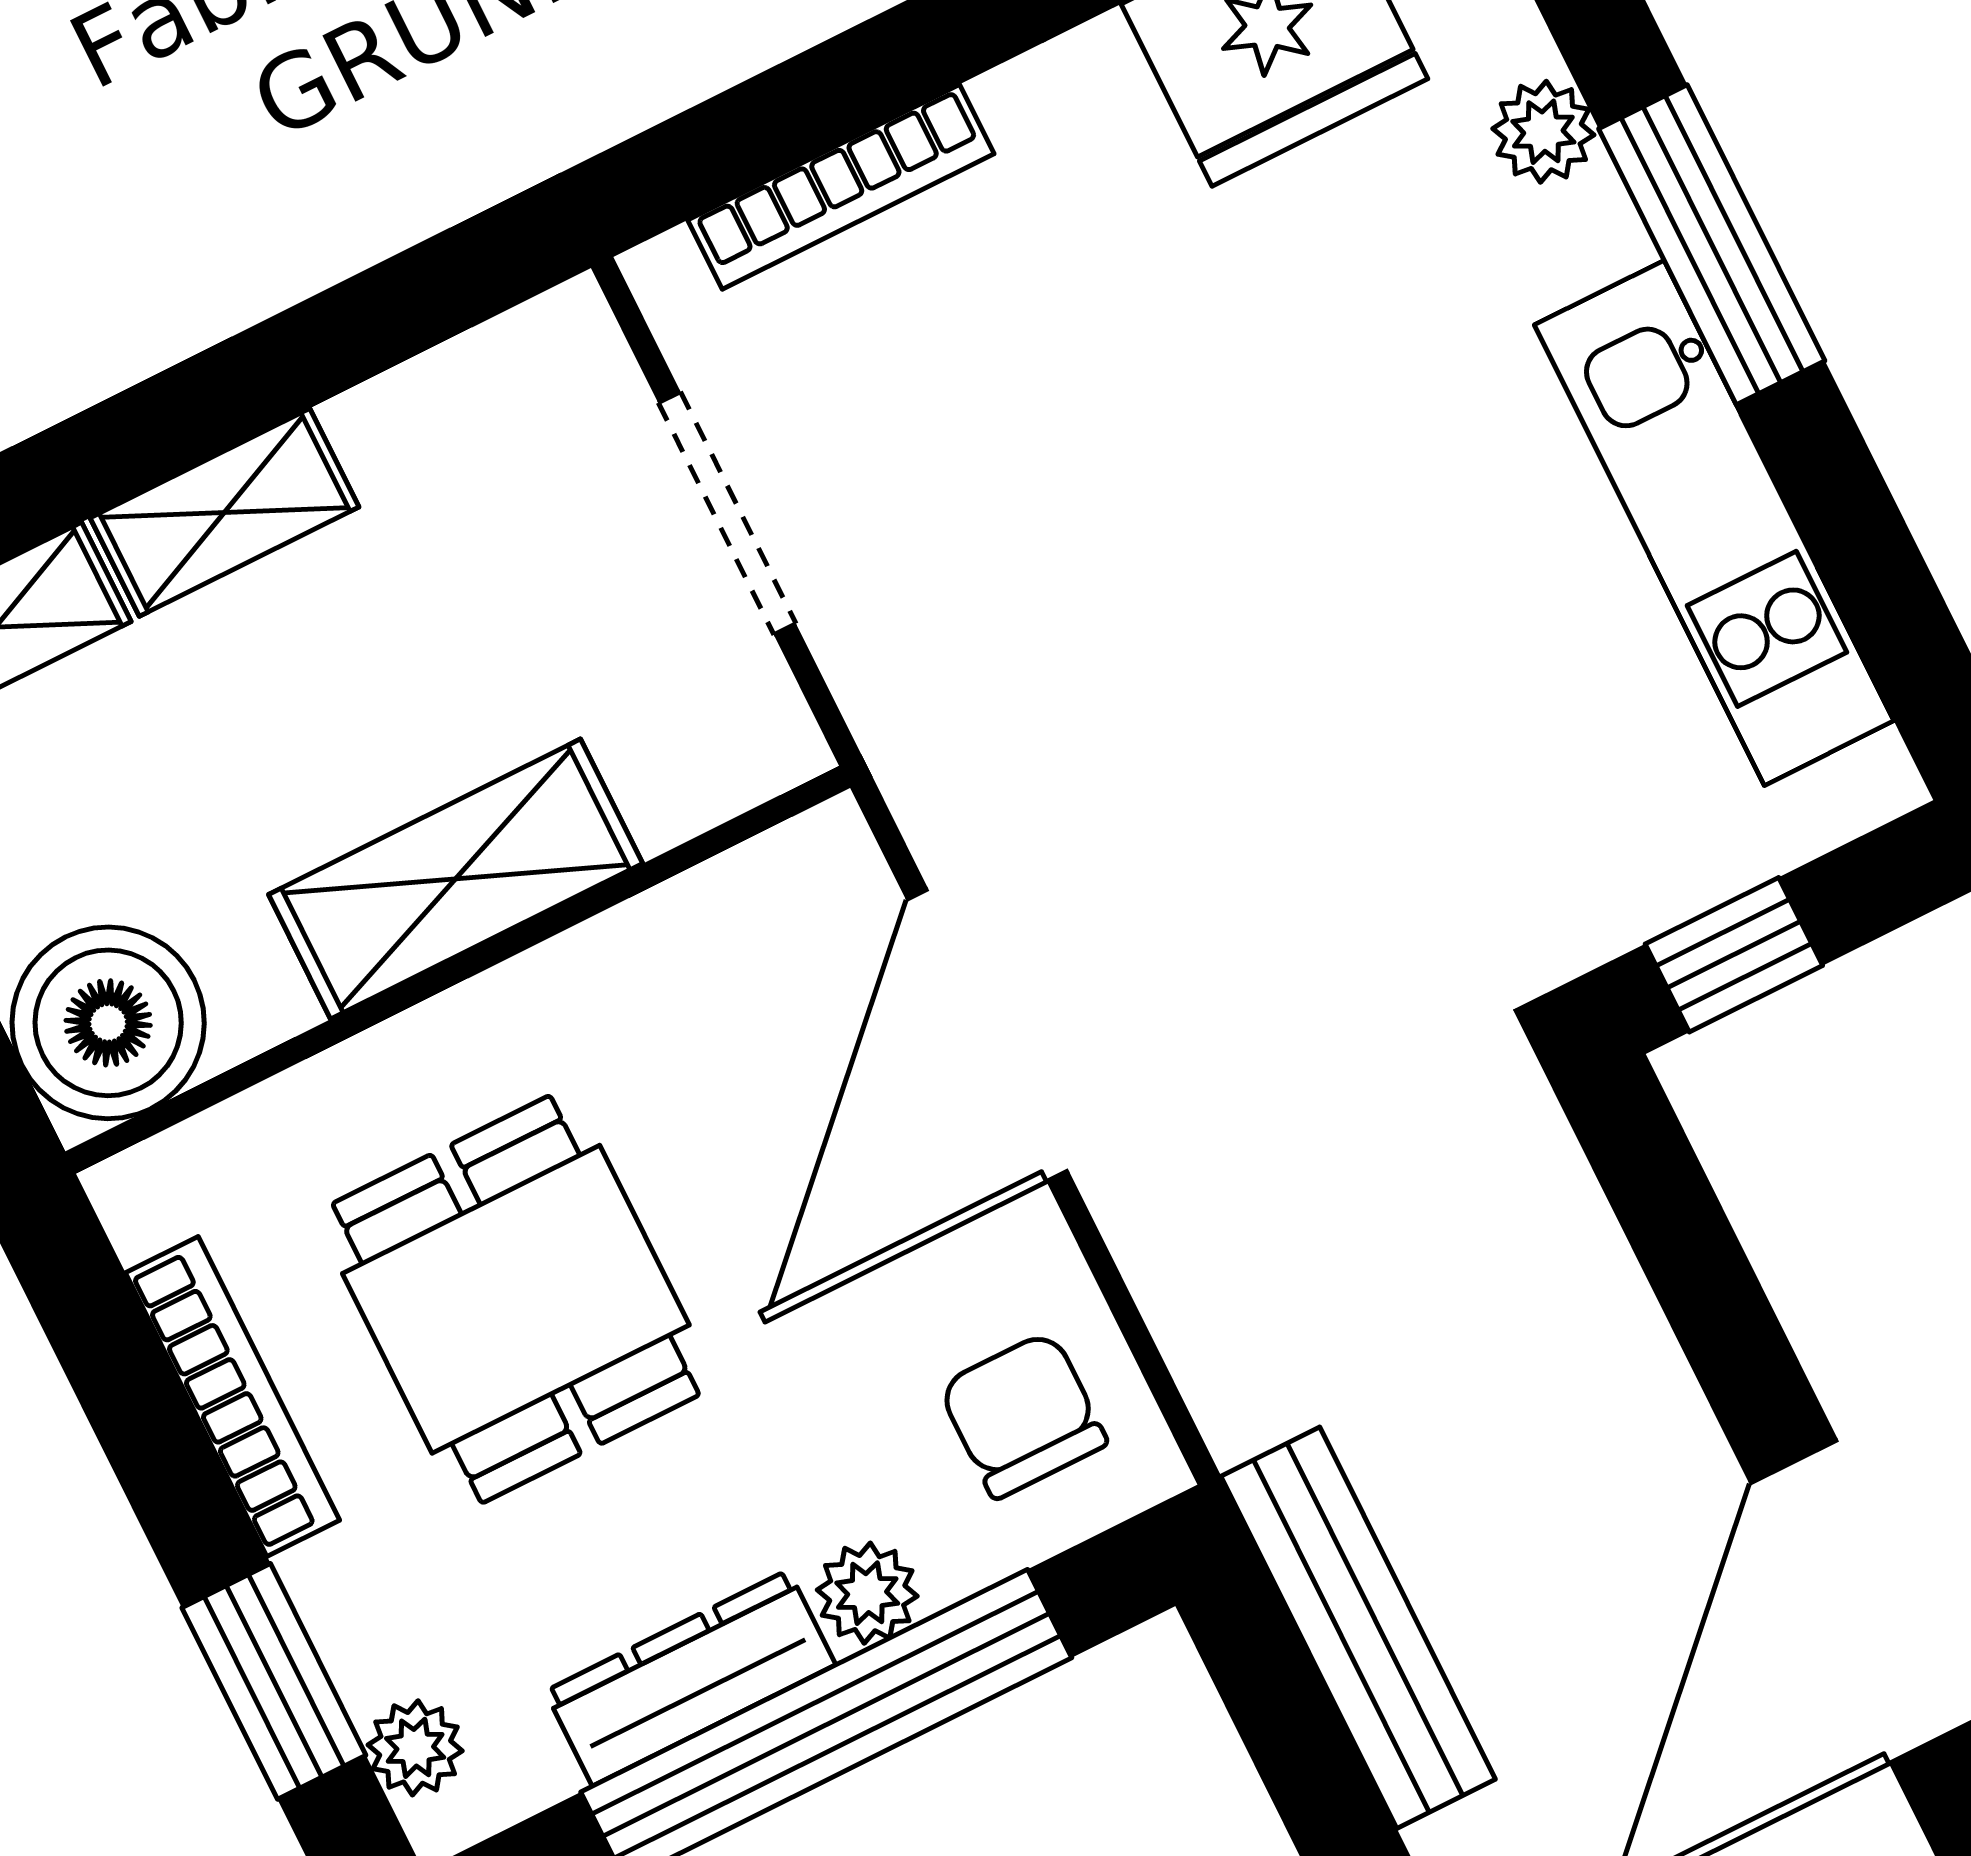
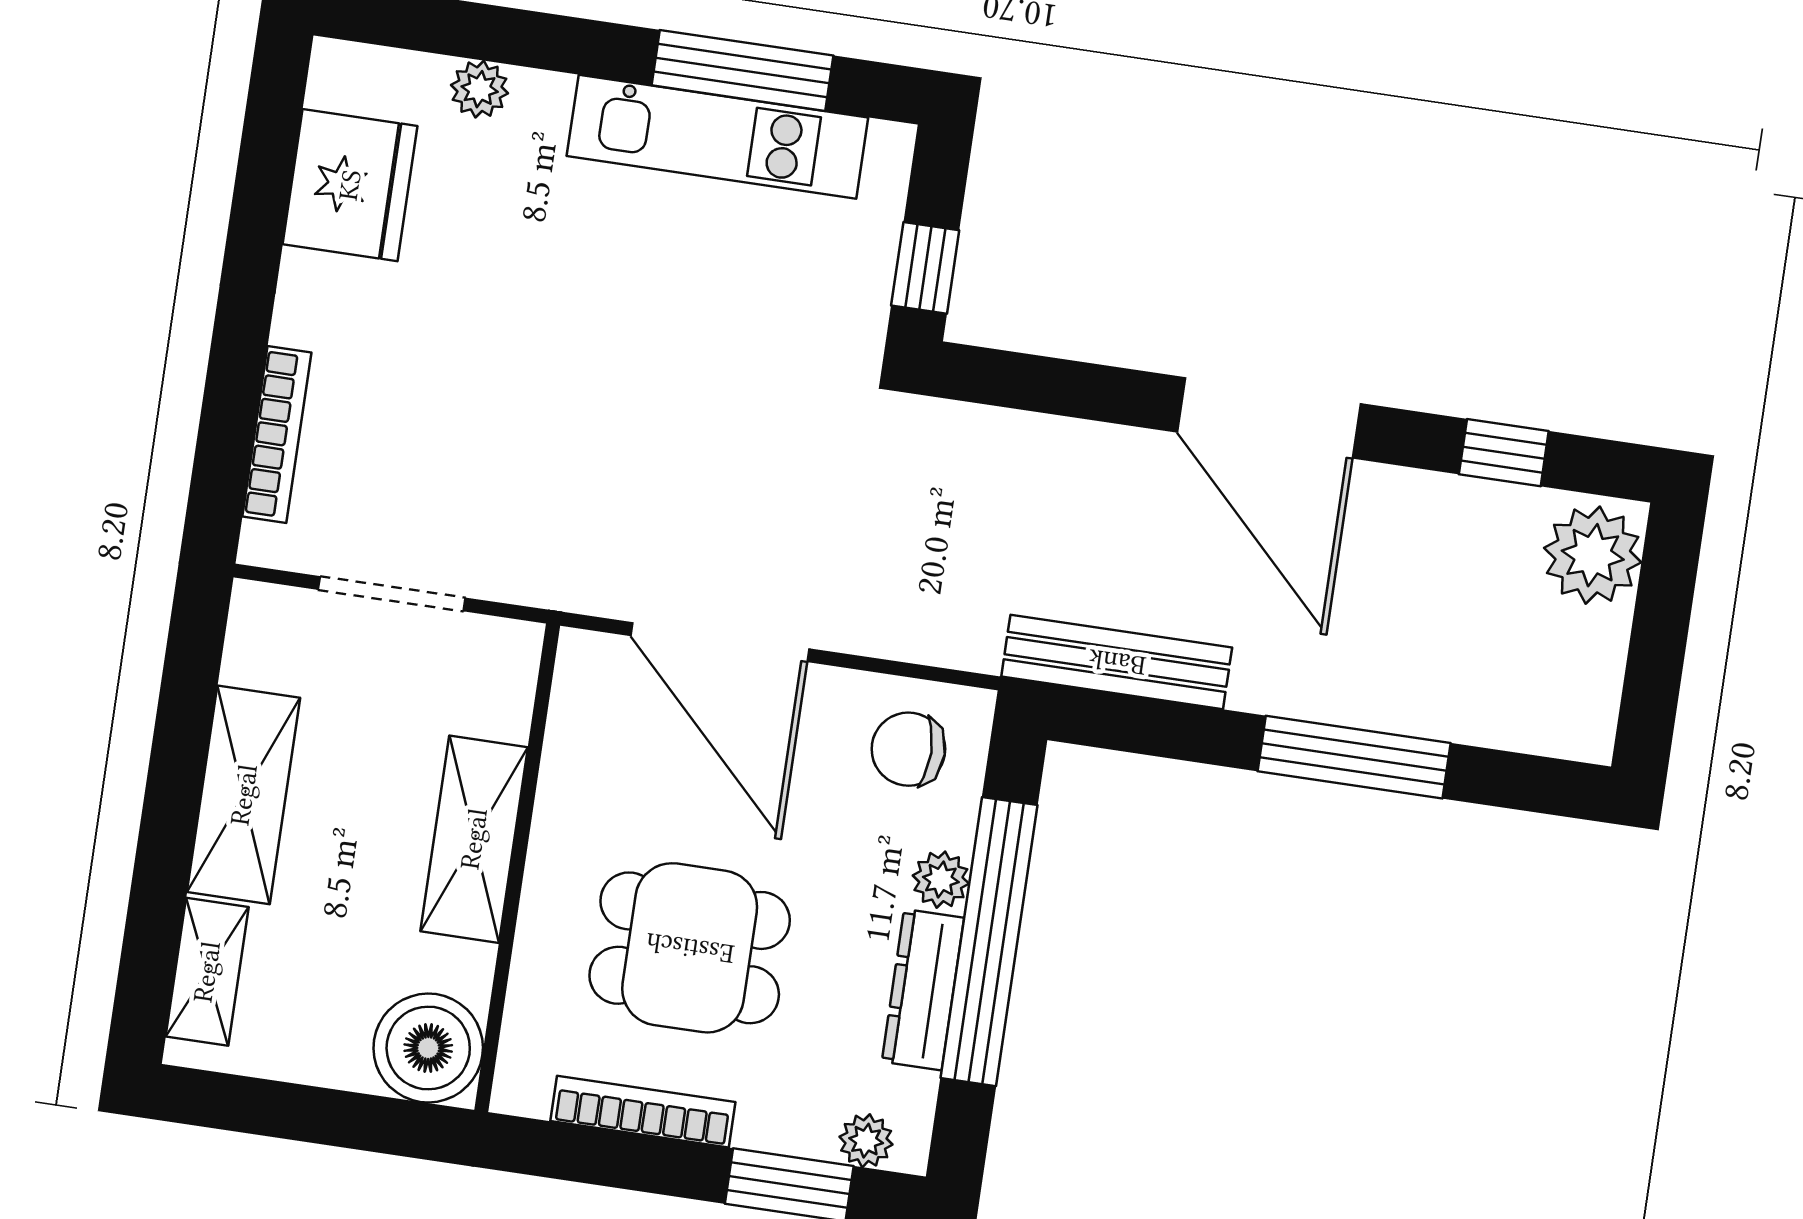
window: (1712, 245) -> (743, 70), moved
shelving: (225, 512) -> (244, 795), width x1.50, depth x1.33

